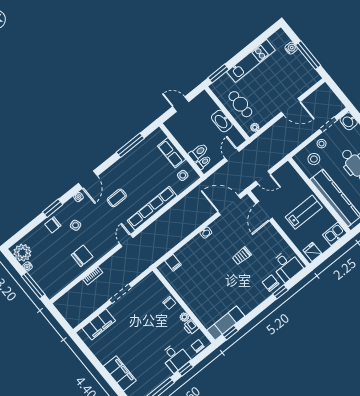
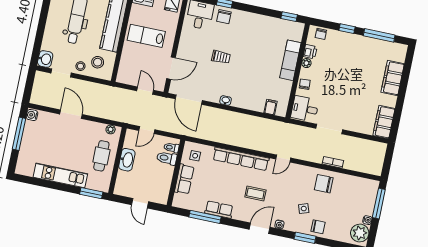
water cooler: (291, 48) -> (32, 115), moved
row of seats: (127, 160) -> (219, 210), added
exam couch: (226, 323) -> (290, 60), moved, turned 90
filing cabinet: (99, 324) -> (384, 122), moved, turned -90
desk: (175, 357) -> (305, 109), moved, turned -90

